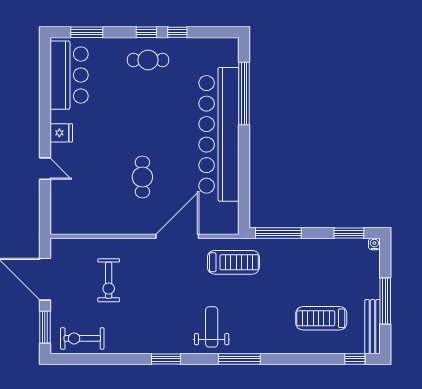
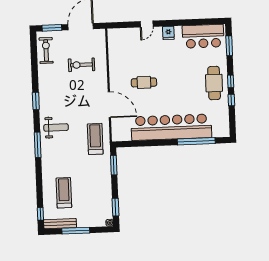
cafe table: (148, 60) -> (214, 83), width x1.37, depth x1.35
window: (278, 233) -> (114, 165), width x0.69
treadmill: (233, 262) -> (95, 139), turned 180

